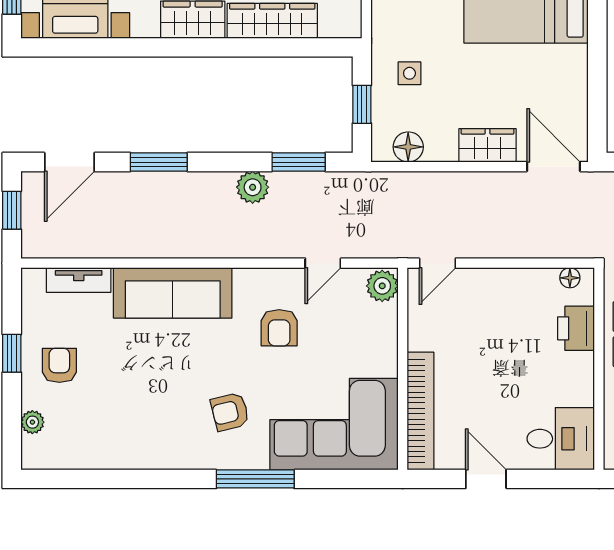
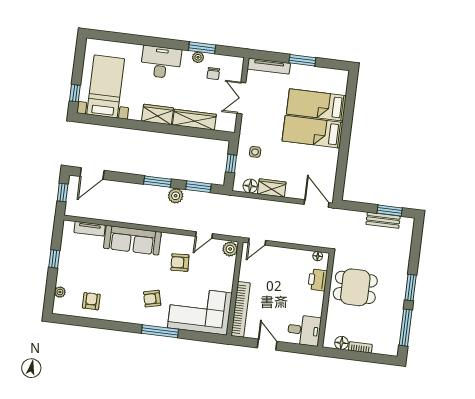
wardrobe: (488, 145) -> (272, 188), moved
window: (159, 162) -> (157, 182), moved
armchair: (279, 328) -> (180, 263), turned 87
armchair: (59, 365) -> (91, 301), moved

